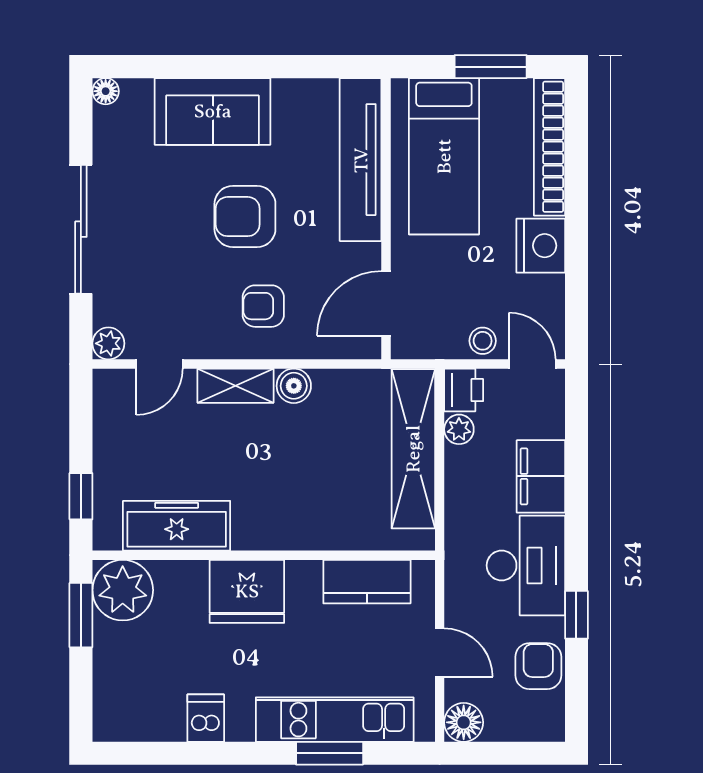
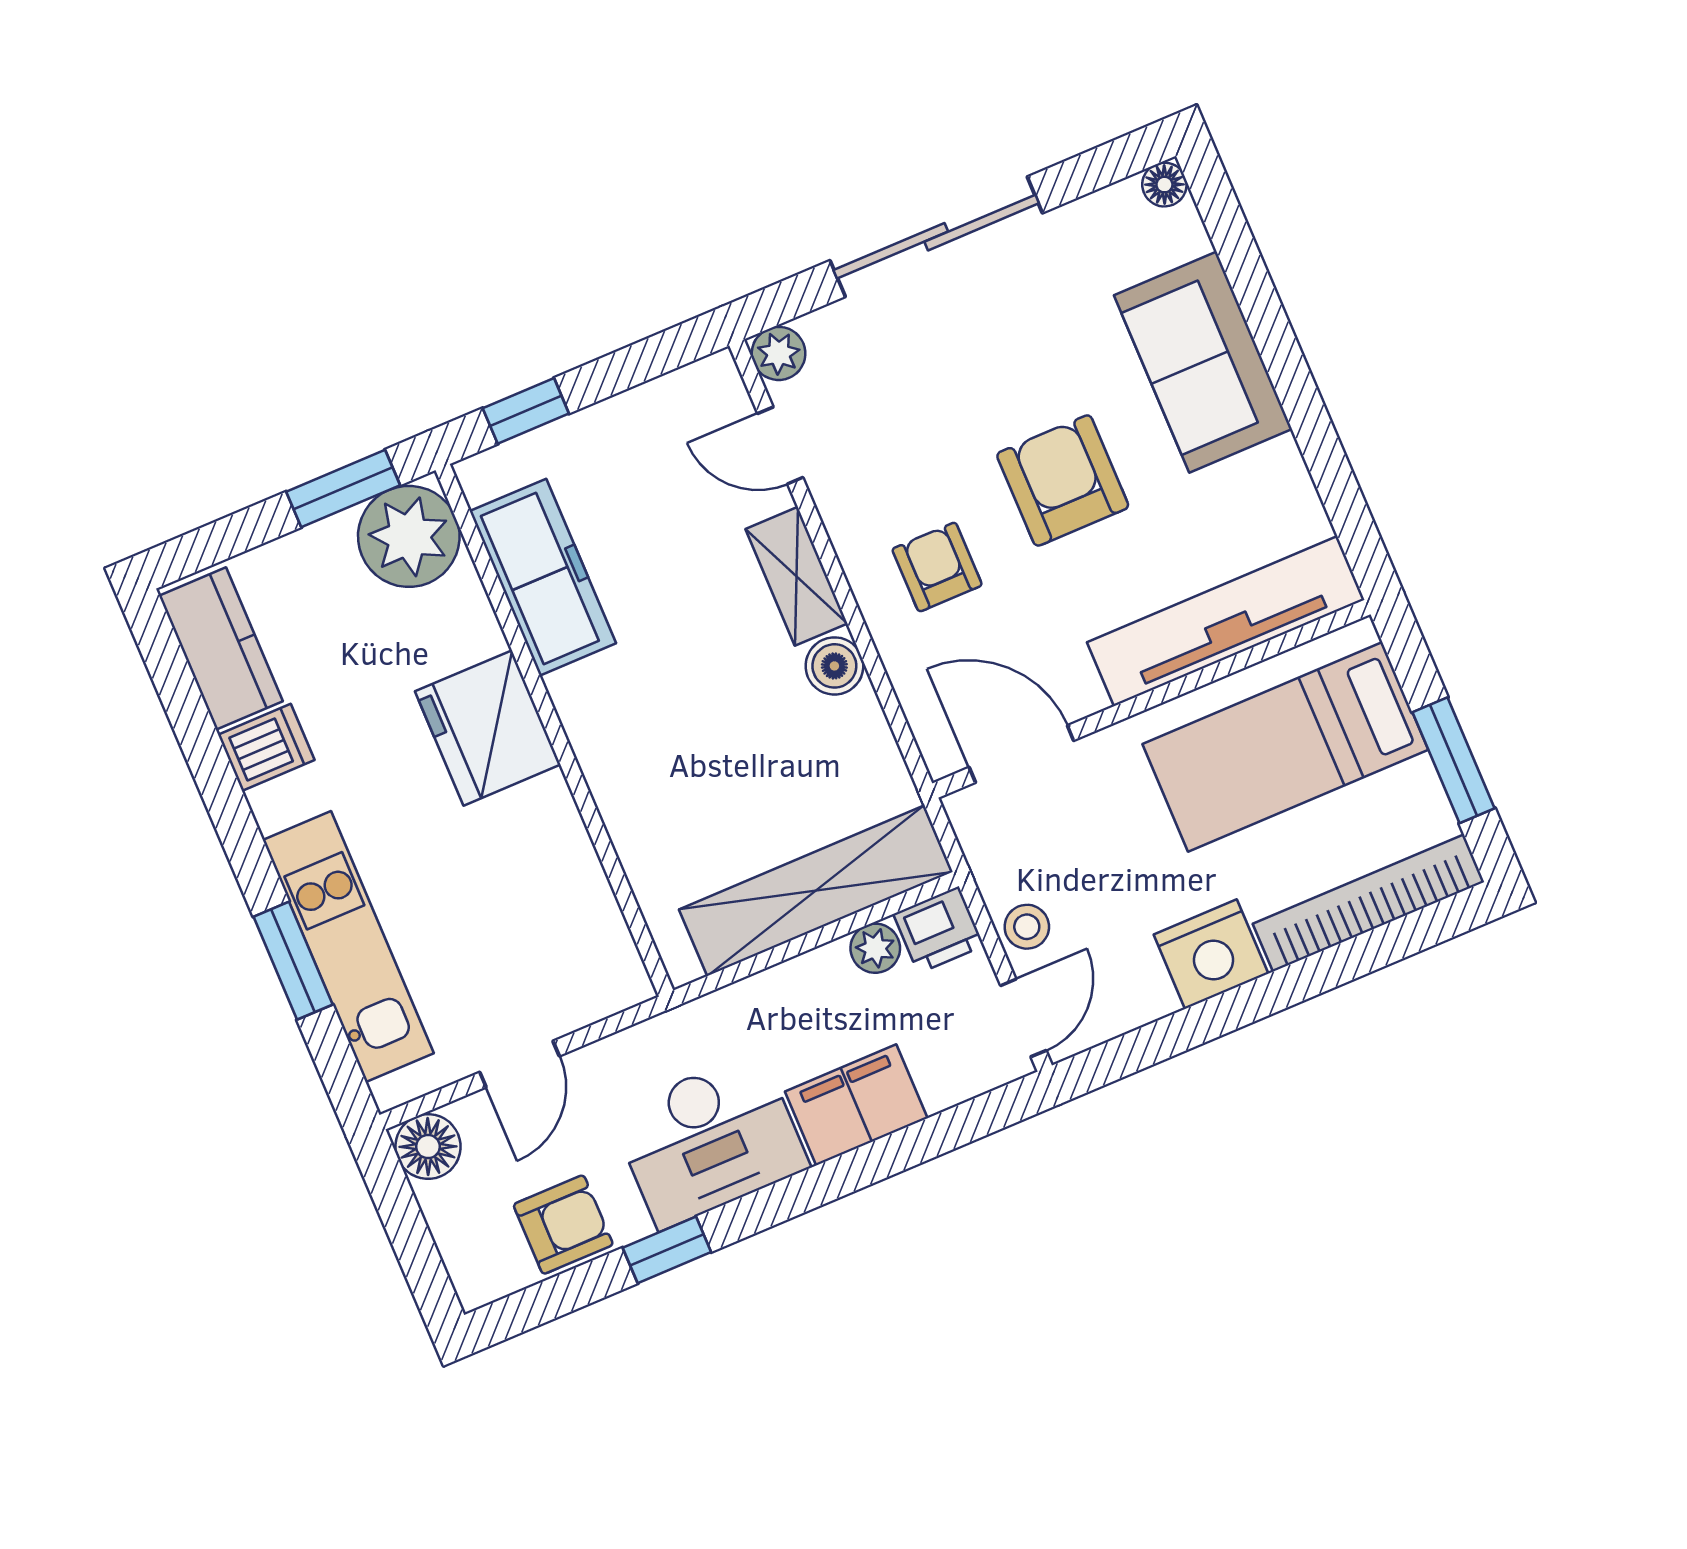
kitchen counter: (367, 582) -> (221, 649), moved, turned 180

